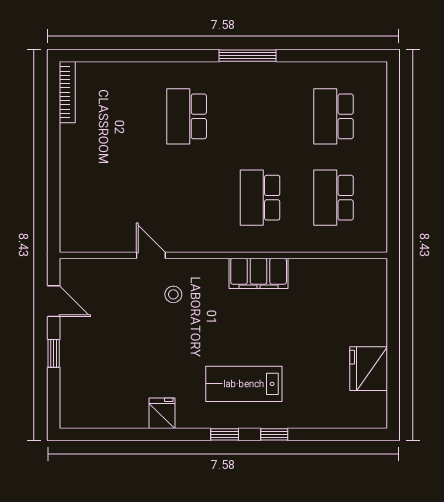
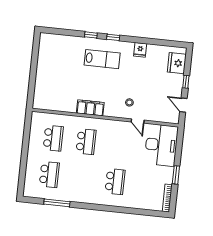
window: (247, 56) -> (57, 203), moved
window: (54, 145) -> (176, 175), added
desk: (93, 208) -> (161, 145), added
fridge: (369, 369) -> (177, 63), moved, turned 180

